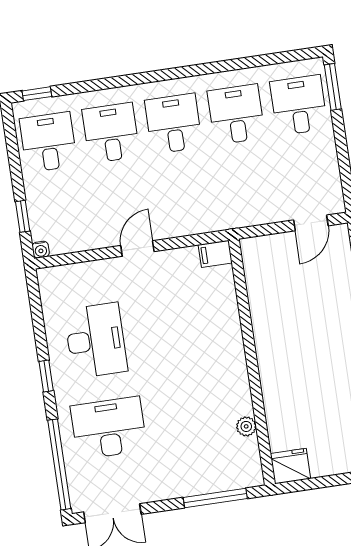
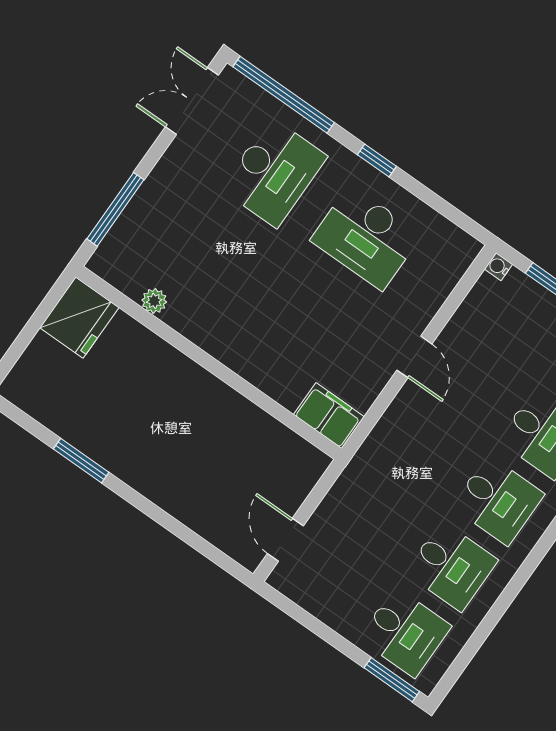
filing cabinet: (215, 254) -> (329, 416), width x2.00
fridge: (290, 466) -> (79, 318), width x1.36, depth x1.34

